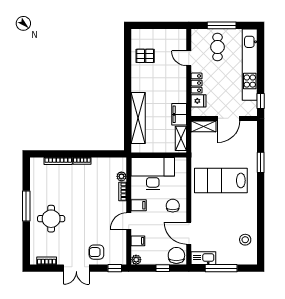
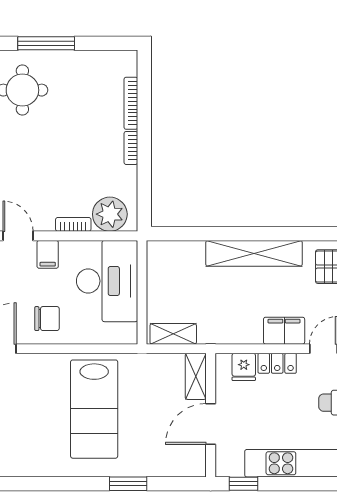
filing cabinet: (179, 114) -> (284, 331), moved
shelving: (138, 118) -> (254, 253), moved
door: (229, 118) -> (211, 424), hinge flipped
plant: (121, 176) -> (110, 214), width x1.87, depth x1.87
lab bench: (221, 180) -> (94, 409), turned 180

